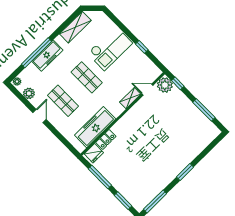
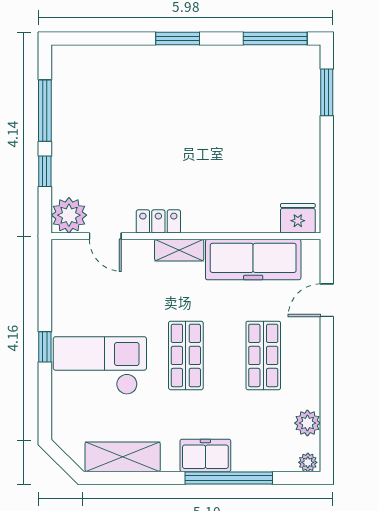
window: (142, 47) -> (45, 347), moved
freezer: (47, 56) -> (205, 455), width x0.71
window: (178, 83) -> (45, 171), moved
shelving: (130, 98) -> (179, 250), moved
door: (40, 116) -> (327, 300), moved
locker: (106, 139) -> (158, 221), moved
window: (100, 177) -> (327, 169), removed

